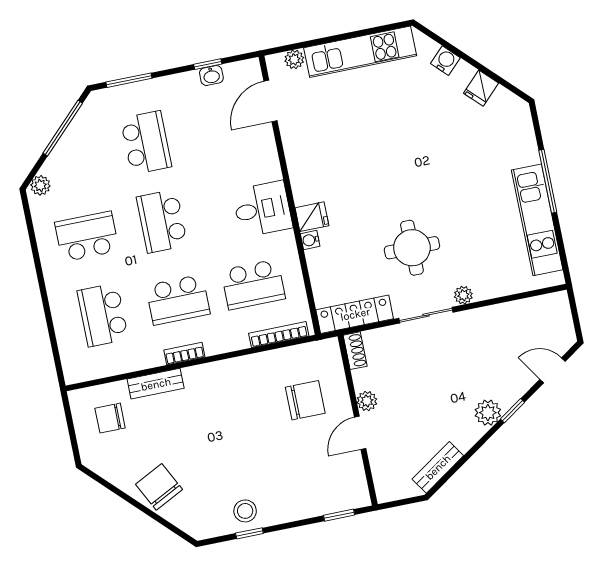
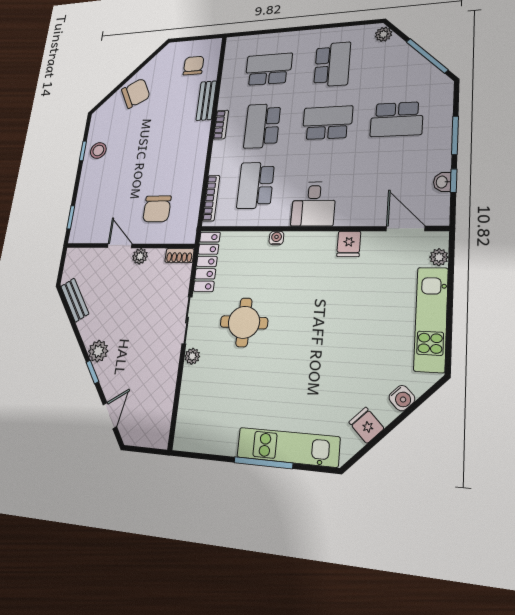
window: (129, 80) -> (455, 135), moved
fridge: (312, 217) -> (349, 244), moved
kitchen unit: (537, 220) -> (288, 447), moved

